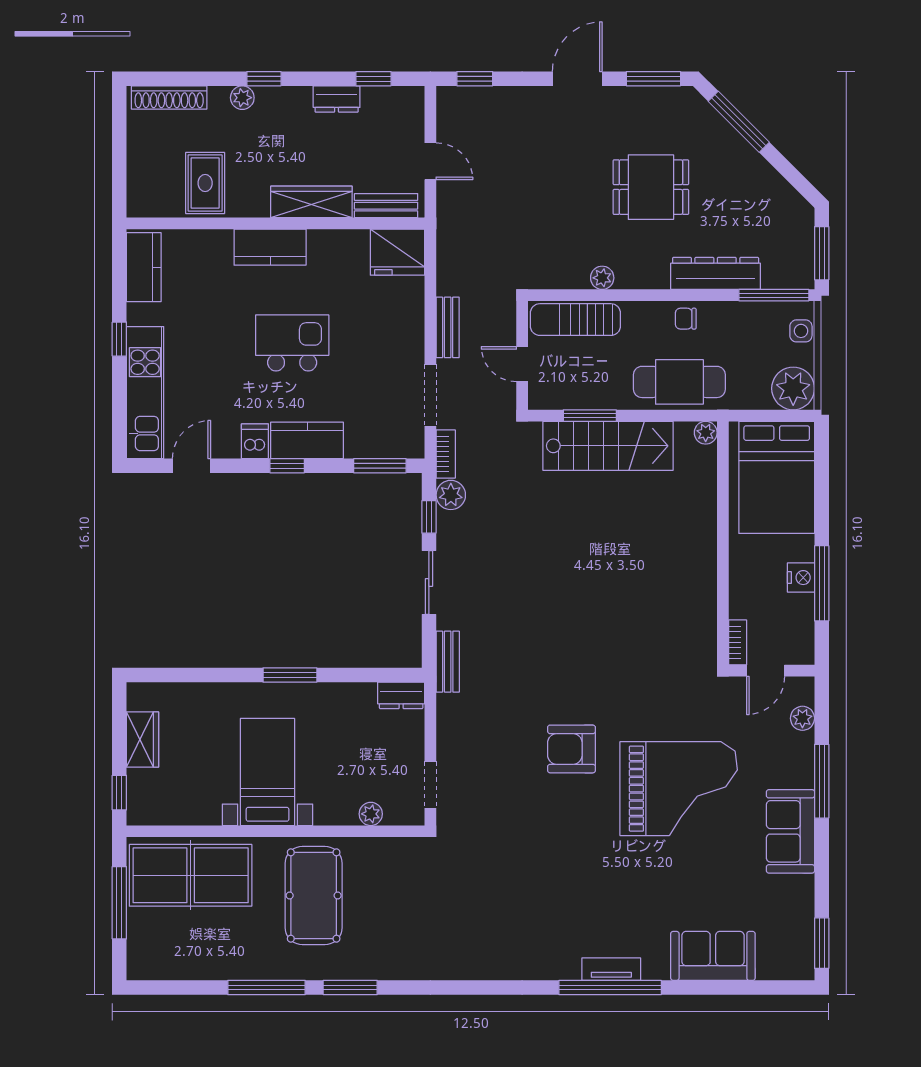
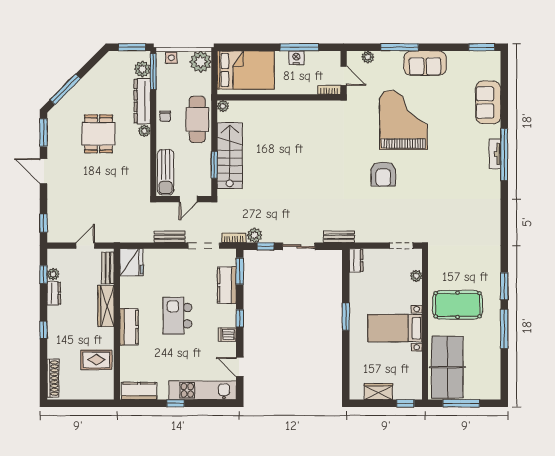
plant: (242, 98) -> (53, 274), moved
plant: (779, 274) -> (142, 69), added
plant: (602, 278) -> (144, 131), moved
kitchen counter: (307, 440) -> (227, 285), moved

